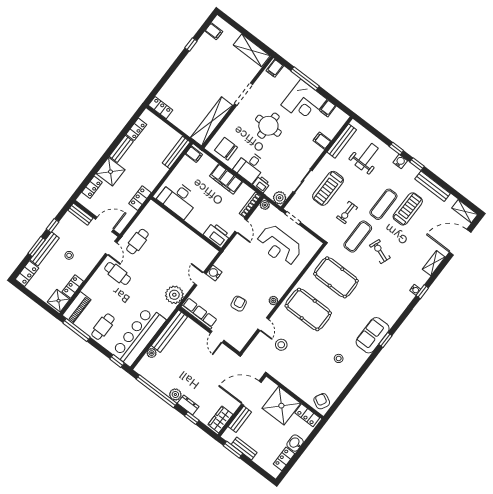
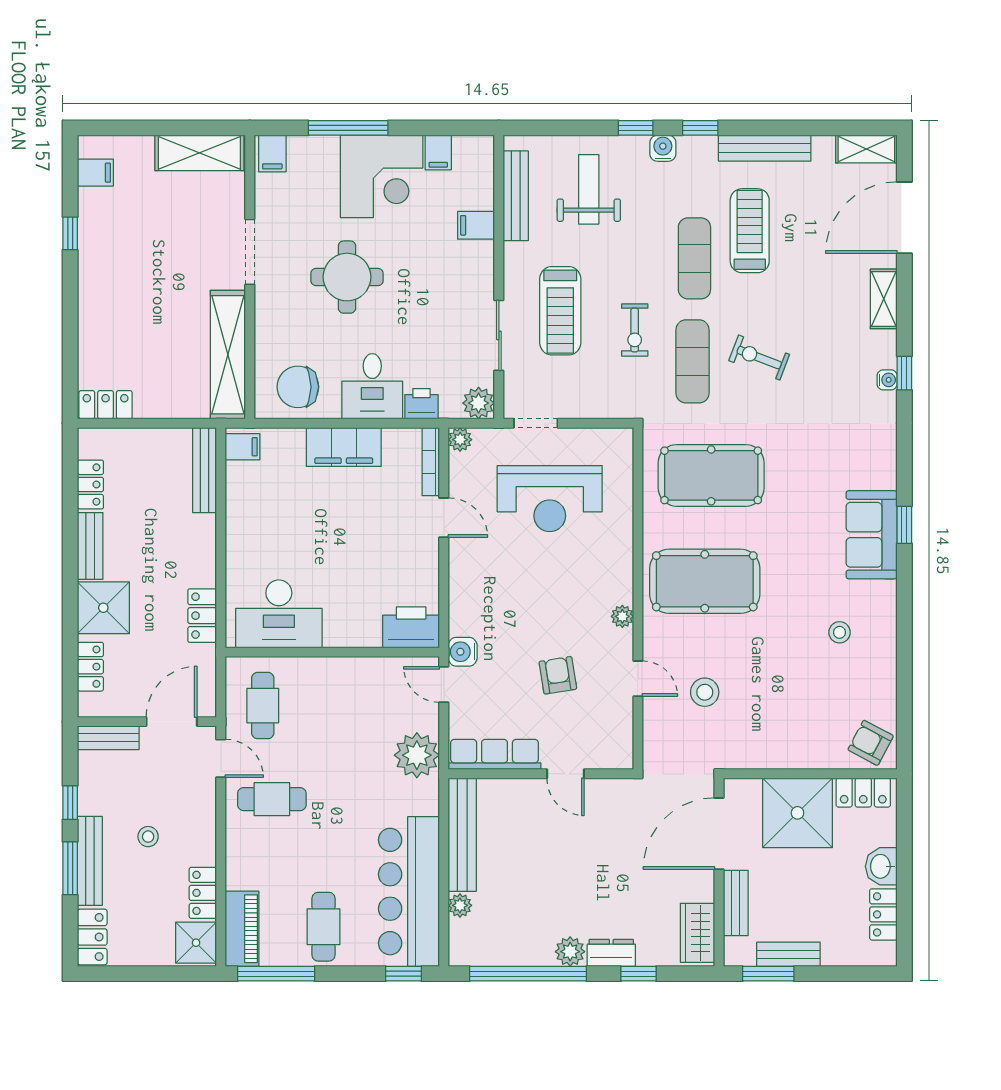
desk: (178, 199) -> (279, 614), moved
wall: (186, 224) -> (332, 652), moved
printer: (217, 235) -> (411, 627), moved

